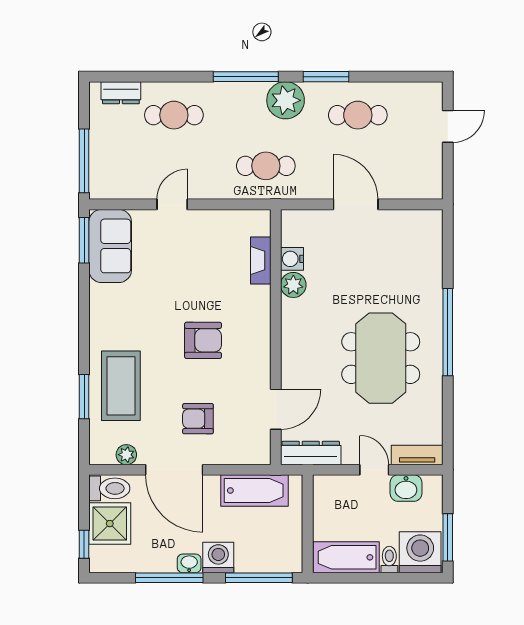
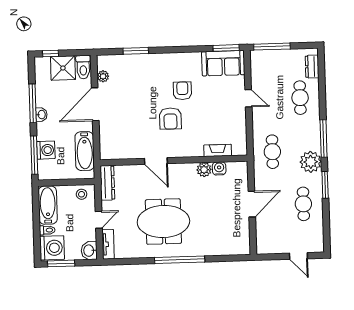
coffee table: (121, 386) -> (143, 72), removed
door: (276, 409) -> (156, 161), moved
armchair: (198, 419) -> (182, 91), moved
washbasin: (406, 488) -> (89, 251), moved
stool: (329, 498) -> (82, 194), added
washing machine: (218, 557) -> (46, 150), moved

